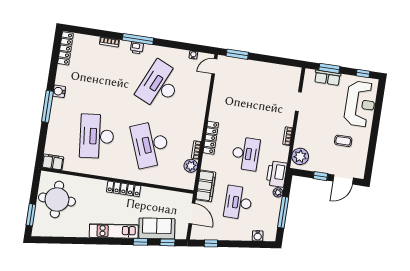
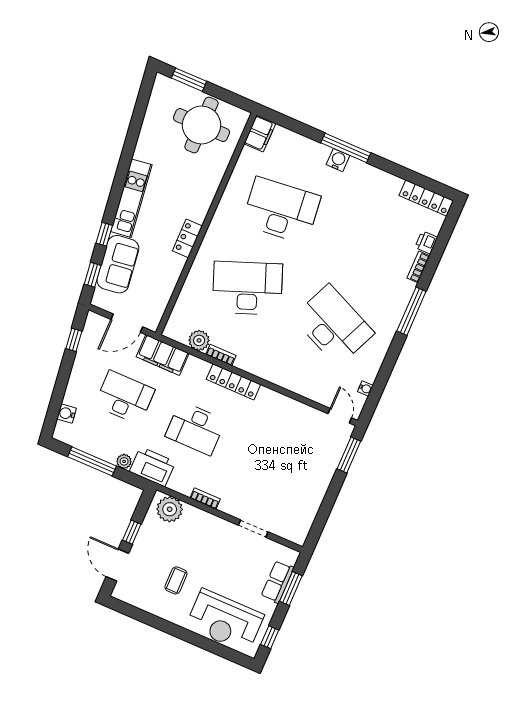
printer: (137, 48) -> (426, 242), moved
water cooler: (59, 91) -> (338, 160), moved
locker: (124, 189) -> (187, 238), width x0.66

